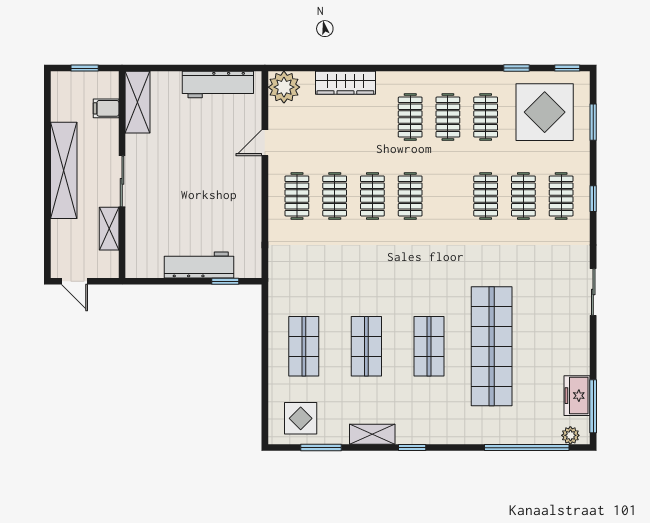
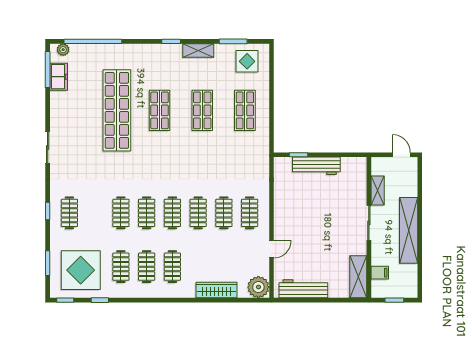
clothes rail: (523, 196) -> (147, 213), moved

